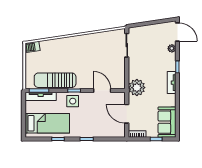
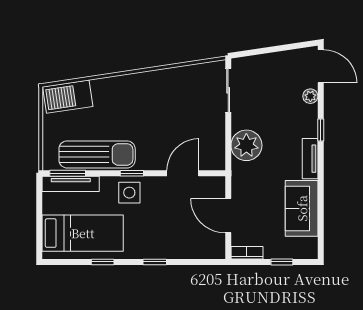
barbecue: (33, 47) -> (68, 97), width x1.88, depth x1.53
sun lounger: (55, 80) -> (97, 154), turned 180
plant: (137, 88) -> (246, 145), moved
door: (102, 91) -> (183, 173), hinge flipped
sofa: (167, 122) -> (302, 208), moved

